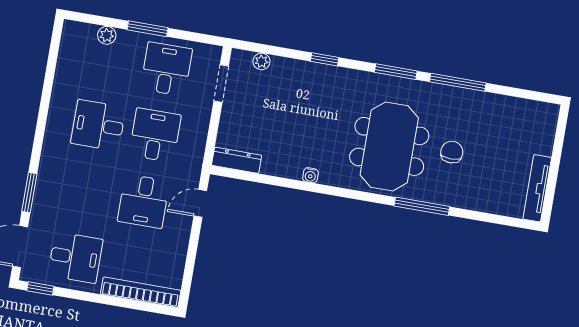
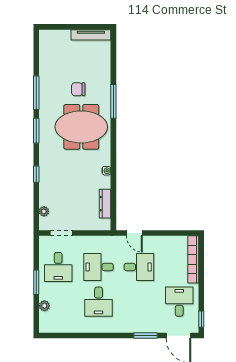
desk: (166, 69) -> (58, 267), turned -90
dresser: (237, 160) -> (105, 204), moved

